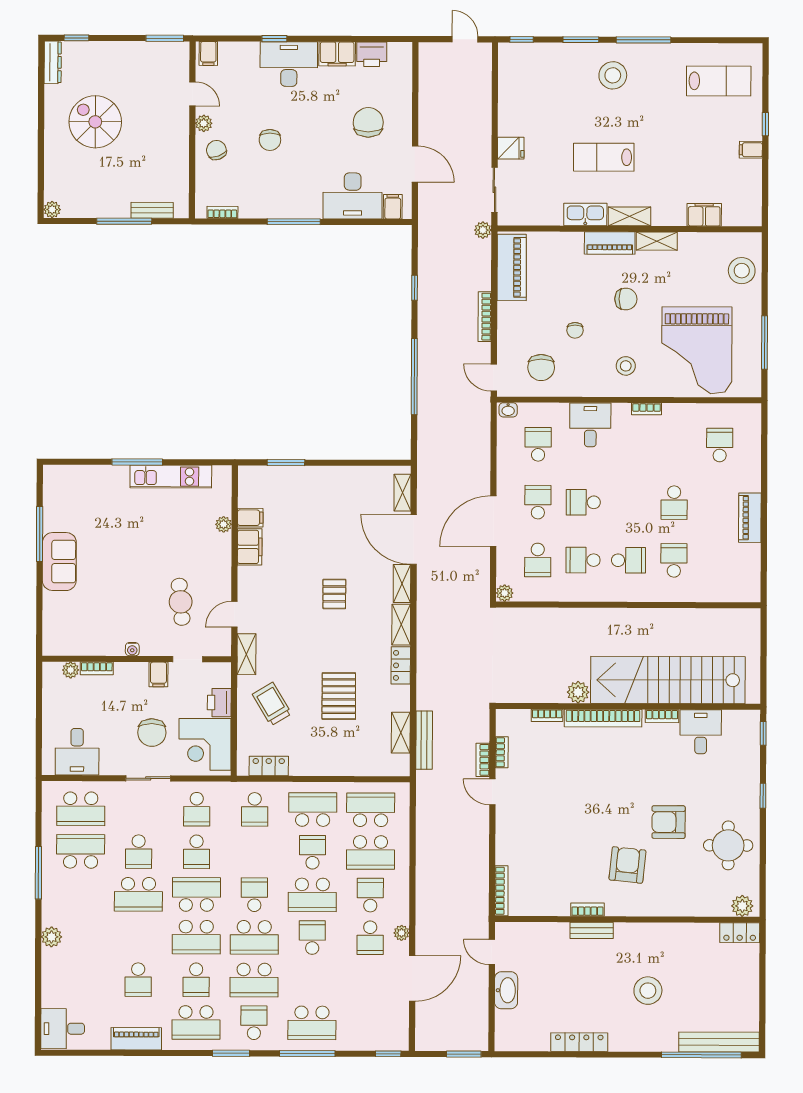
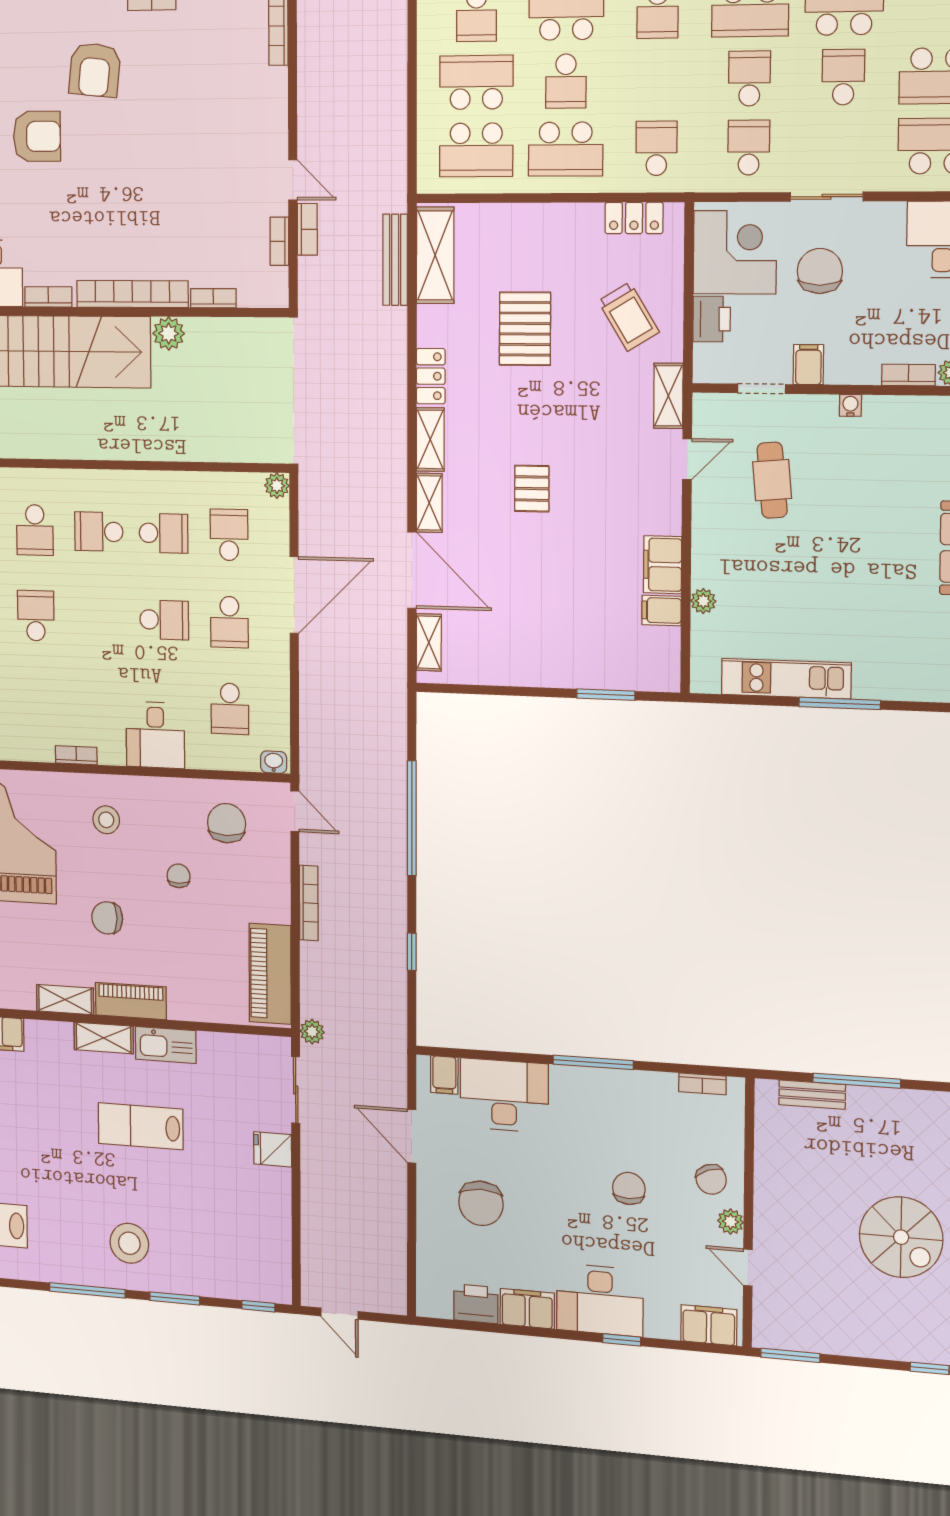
filing cabinet: (208, 53) -> (709, 1325), width x2.00
lab bench: (604, 157) -> (141, 1126), turned 180
shelving: (401, 733) -> (435, 255), width x1.50, depth x1.33

